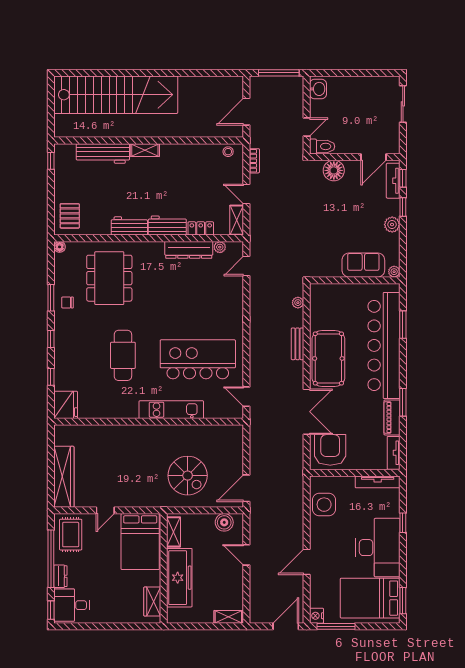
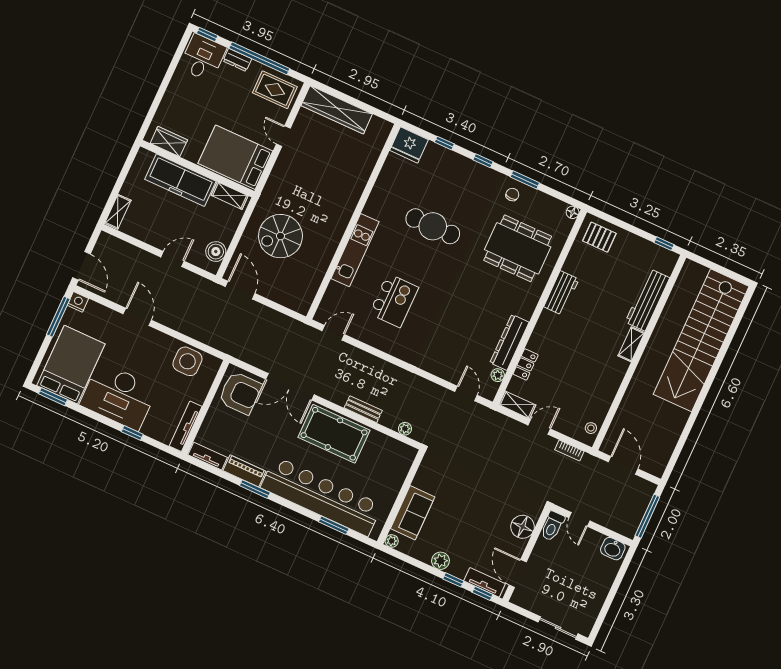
workbench: (167, 226) -> (544, 332), removed
kitchen island: (198, 359) -> (394, 301), width x0.54, depth x0.78

